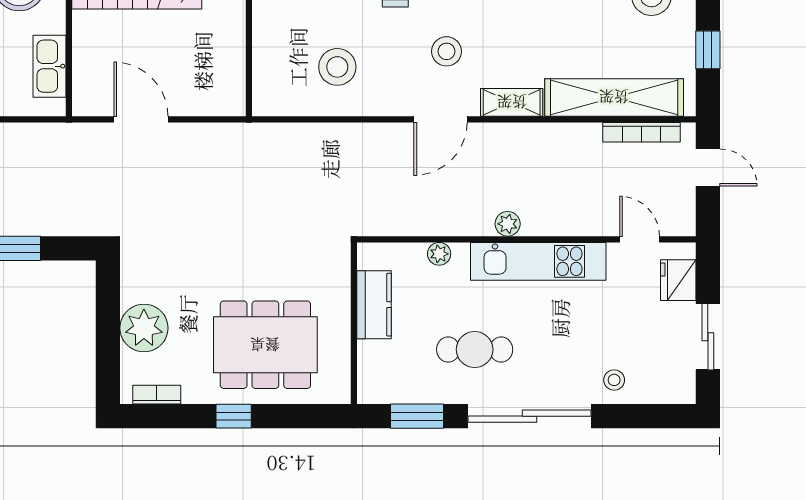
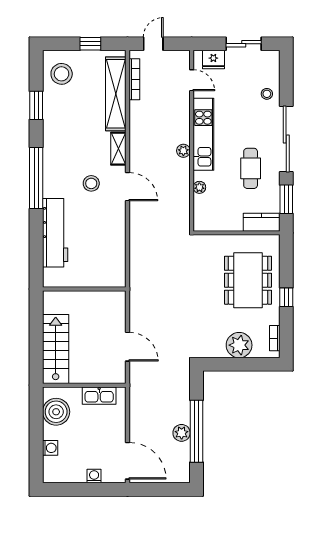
stool: (337, 67) -> (100, 242), removed
door: (141, 119) -> (128, 347), swing flipped
door: (640, 239) -> (192, 80), swing flipped
kitchen counter: (374, 305) -> (262, 222), moved

